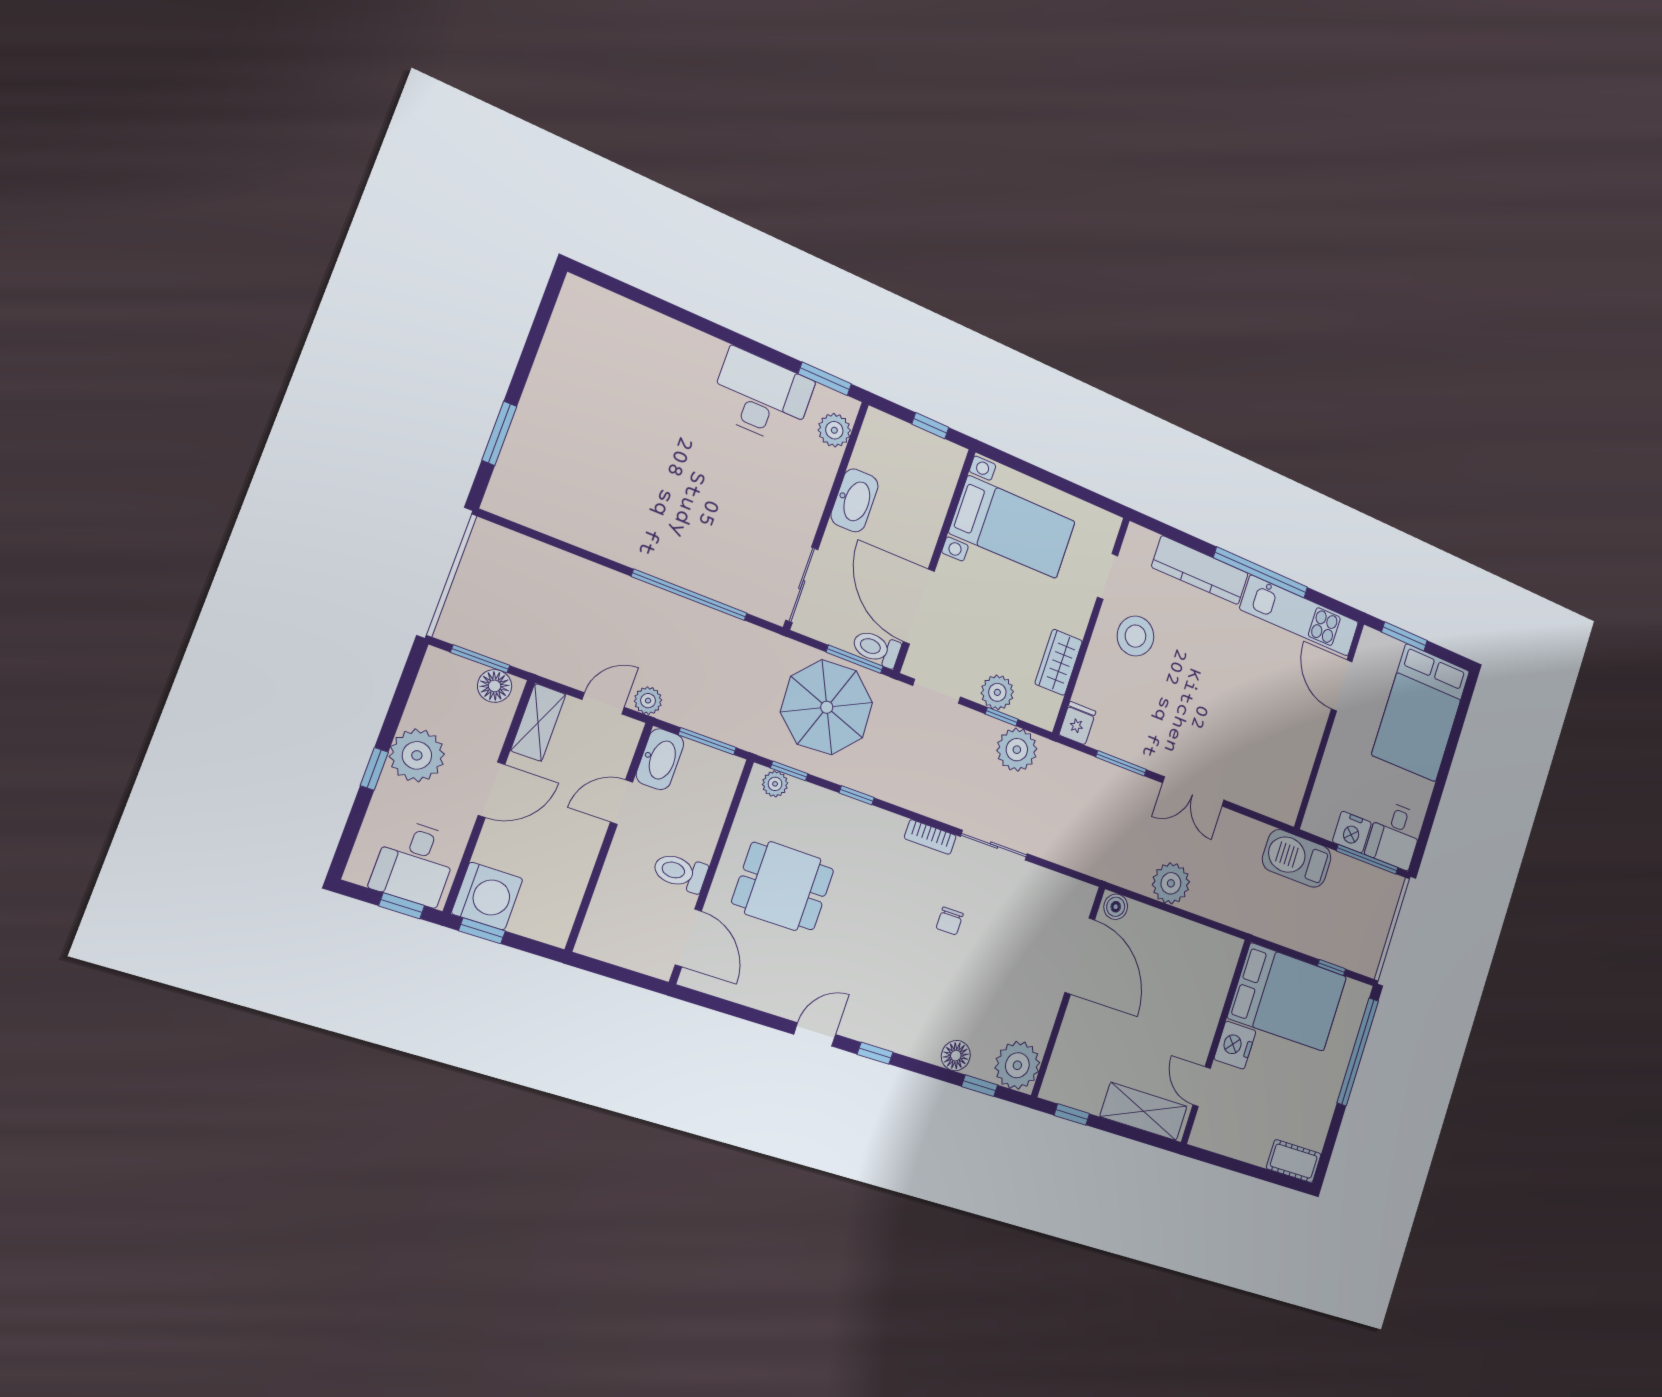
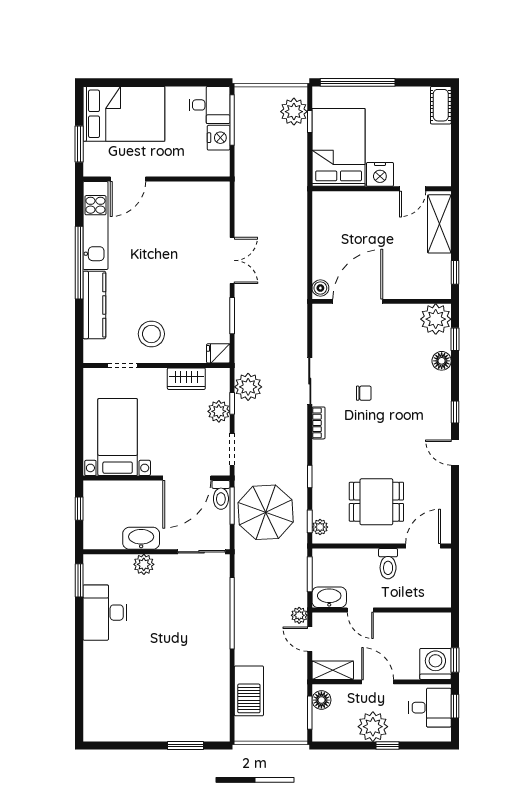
plant: (834, 430) -> (144, 564), moved
barbecue: (1297, 858) -> (249, 691), moved
plant: (1171, 883) -> (294, 112), moved
dining table: (783, 886) -> (376, 502), turned 90

